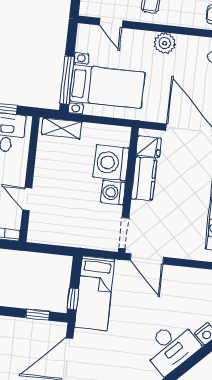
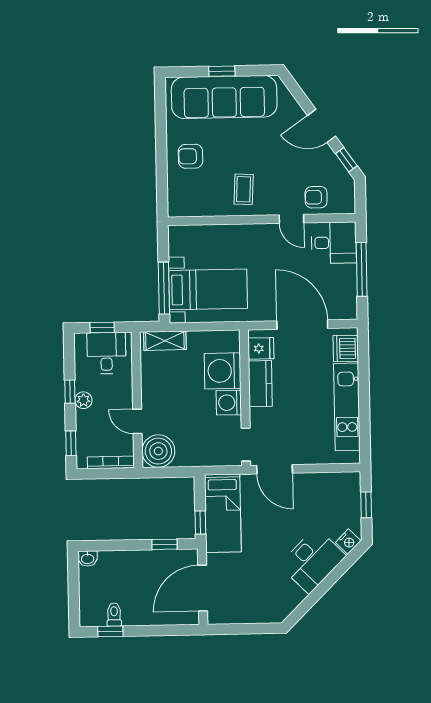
door: (111, 23) -> (291, 219), moved
plant: (165, 43) -> (264, 235), removed
boiler: (43, 229) -> (158, 451), added

